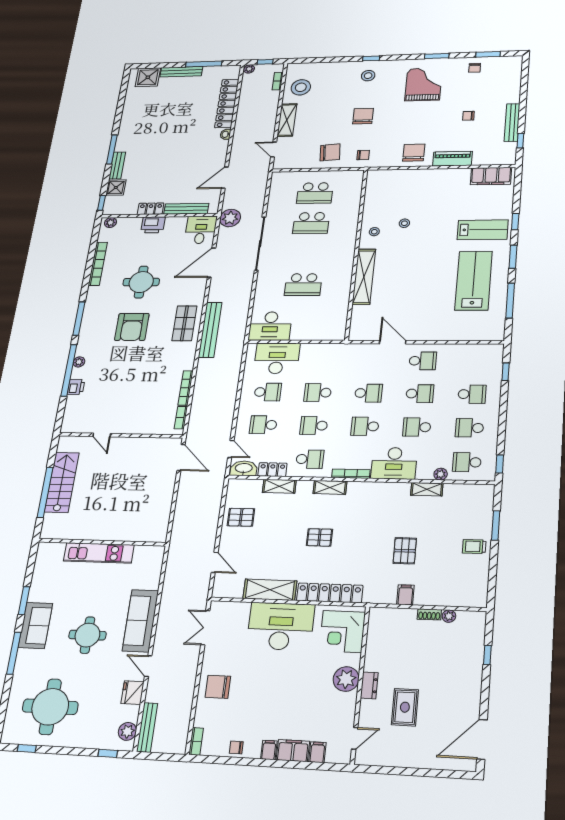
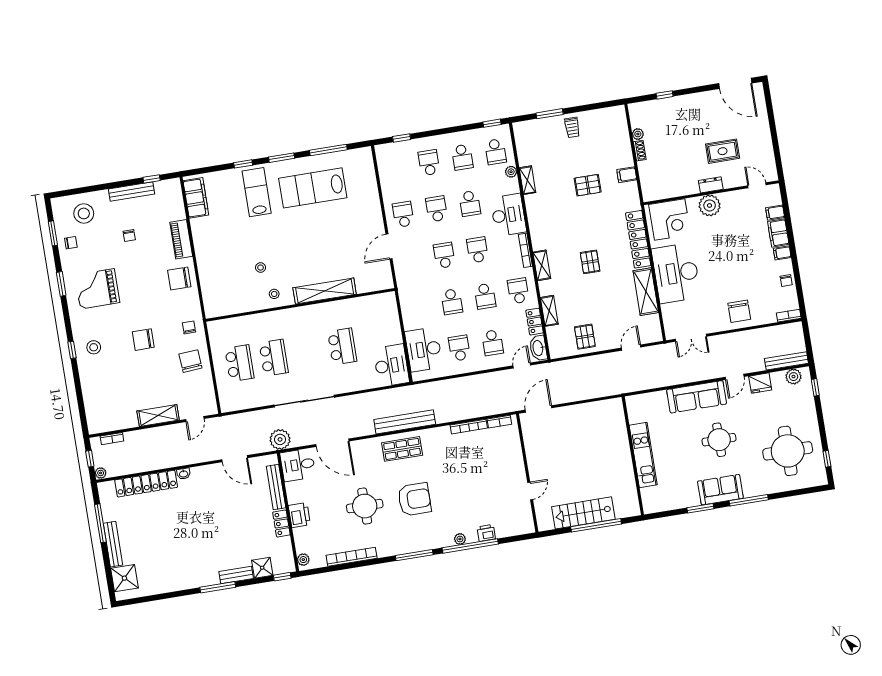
stool: (301, 87) -> (84, 213), moved
school desk: (365, 426) -> (477, 250), turned 180

